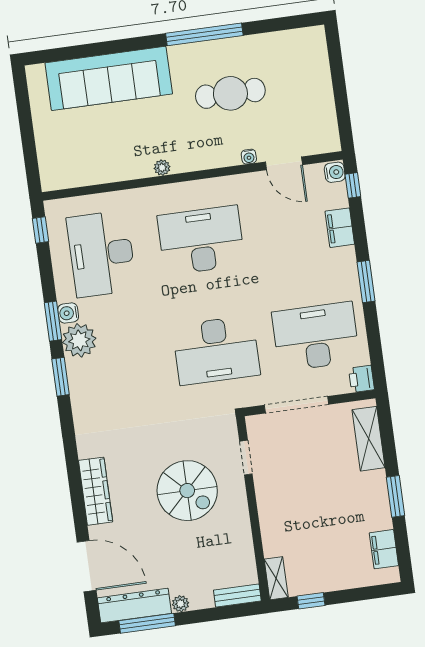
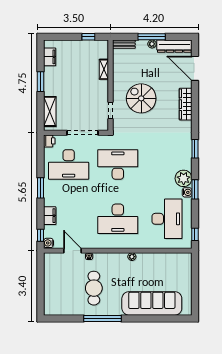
cafe table: (230, 93) -> (94, 288), turned 90
window: (61, 377) -> (195, 149), moved
shelving: (276, 578) -> (104, 69), moved
window: (147, 623) -> (152, 37), moved

